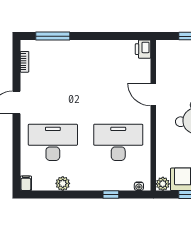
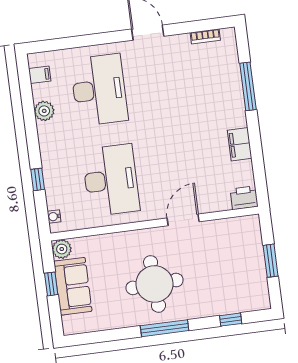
window: (53, 36) -> (248, 86), moved
filing cabinet: (105, 47) -> (240, 144), added
filing cabinet: (26, 183) -> (40, 75), moved

